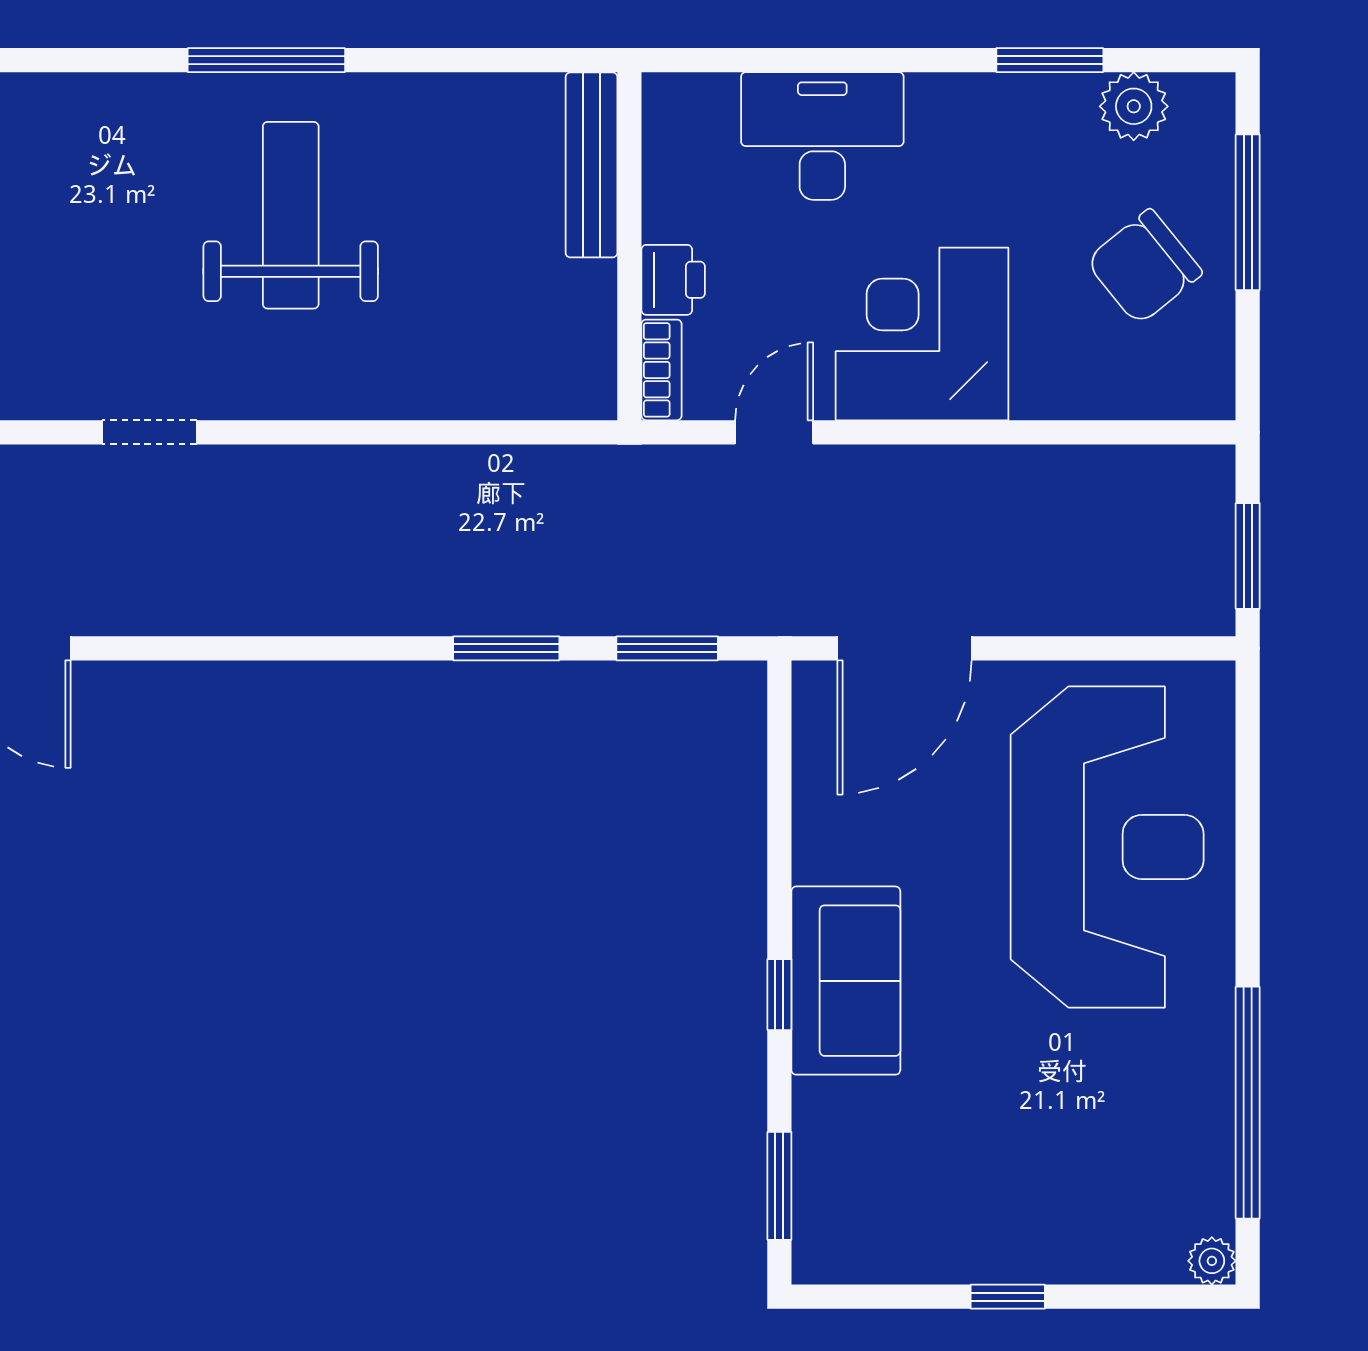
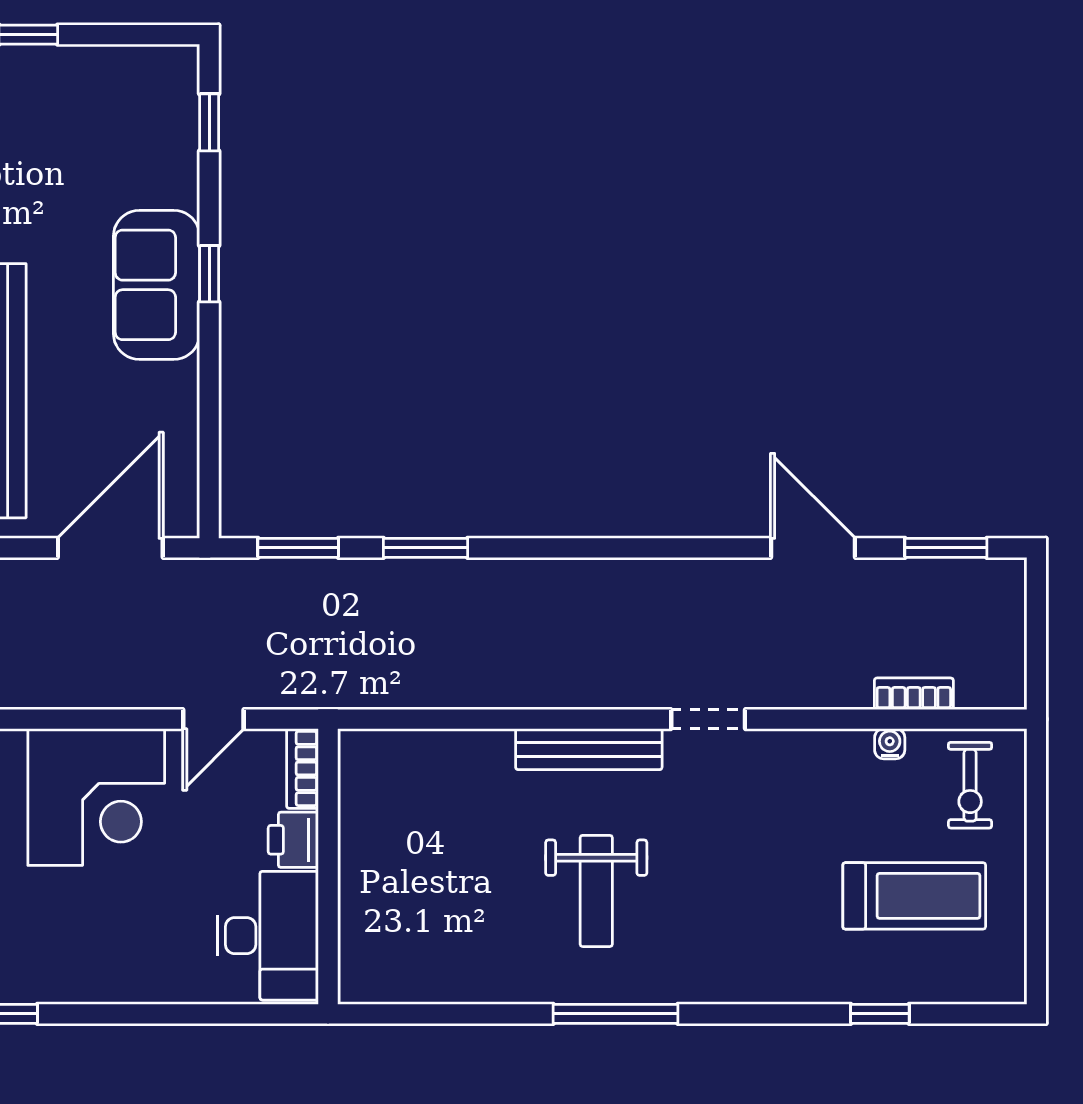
desk: (822, 136) -> (268, 936), moved, turned -90
bench: (591, 165) -> (589, 749), moved, turned 90
weight bench: (291, 215) -> (596, 891), width x0.73, depth x0.75
window: (779, 1186) -> (209, 122), width x0.67

